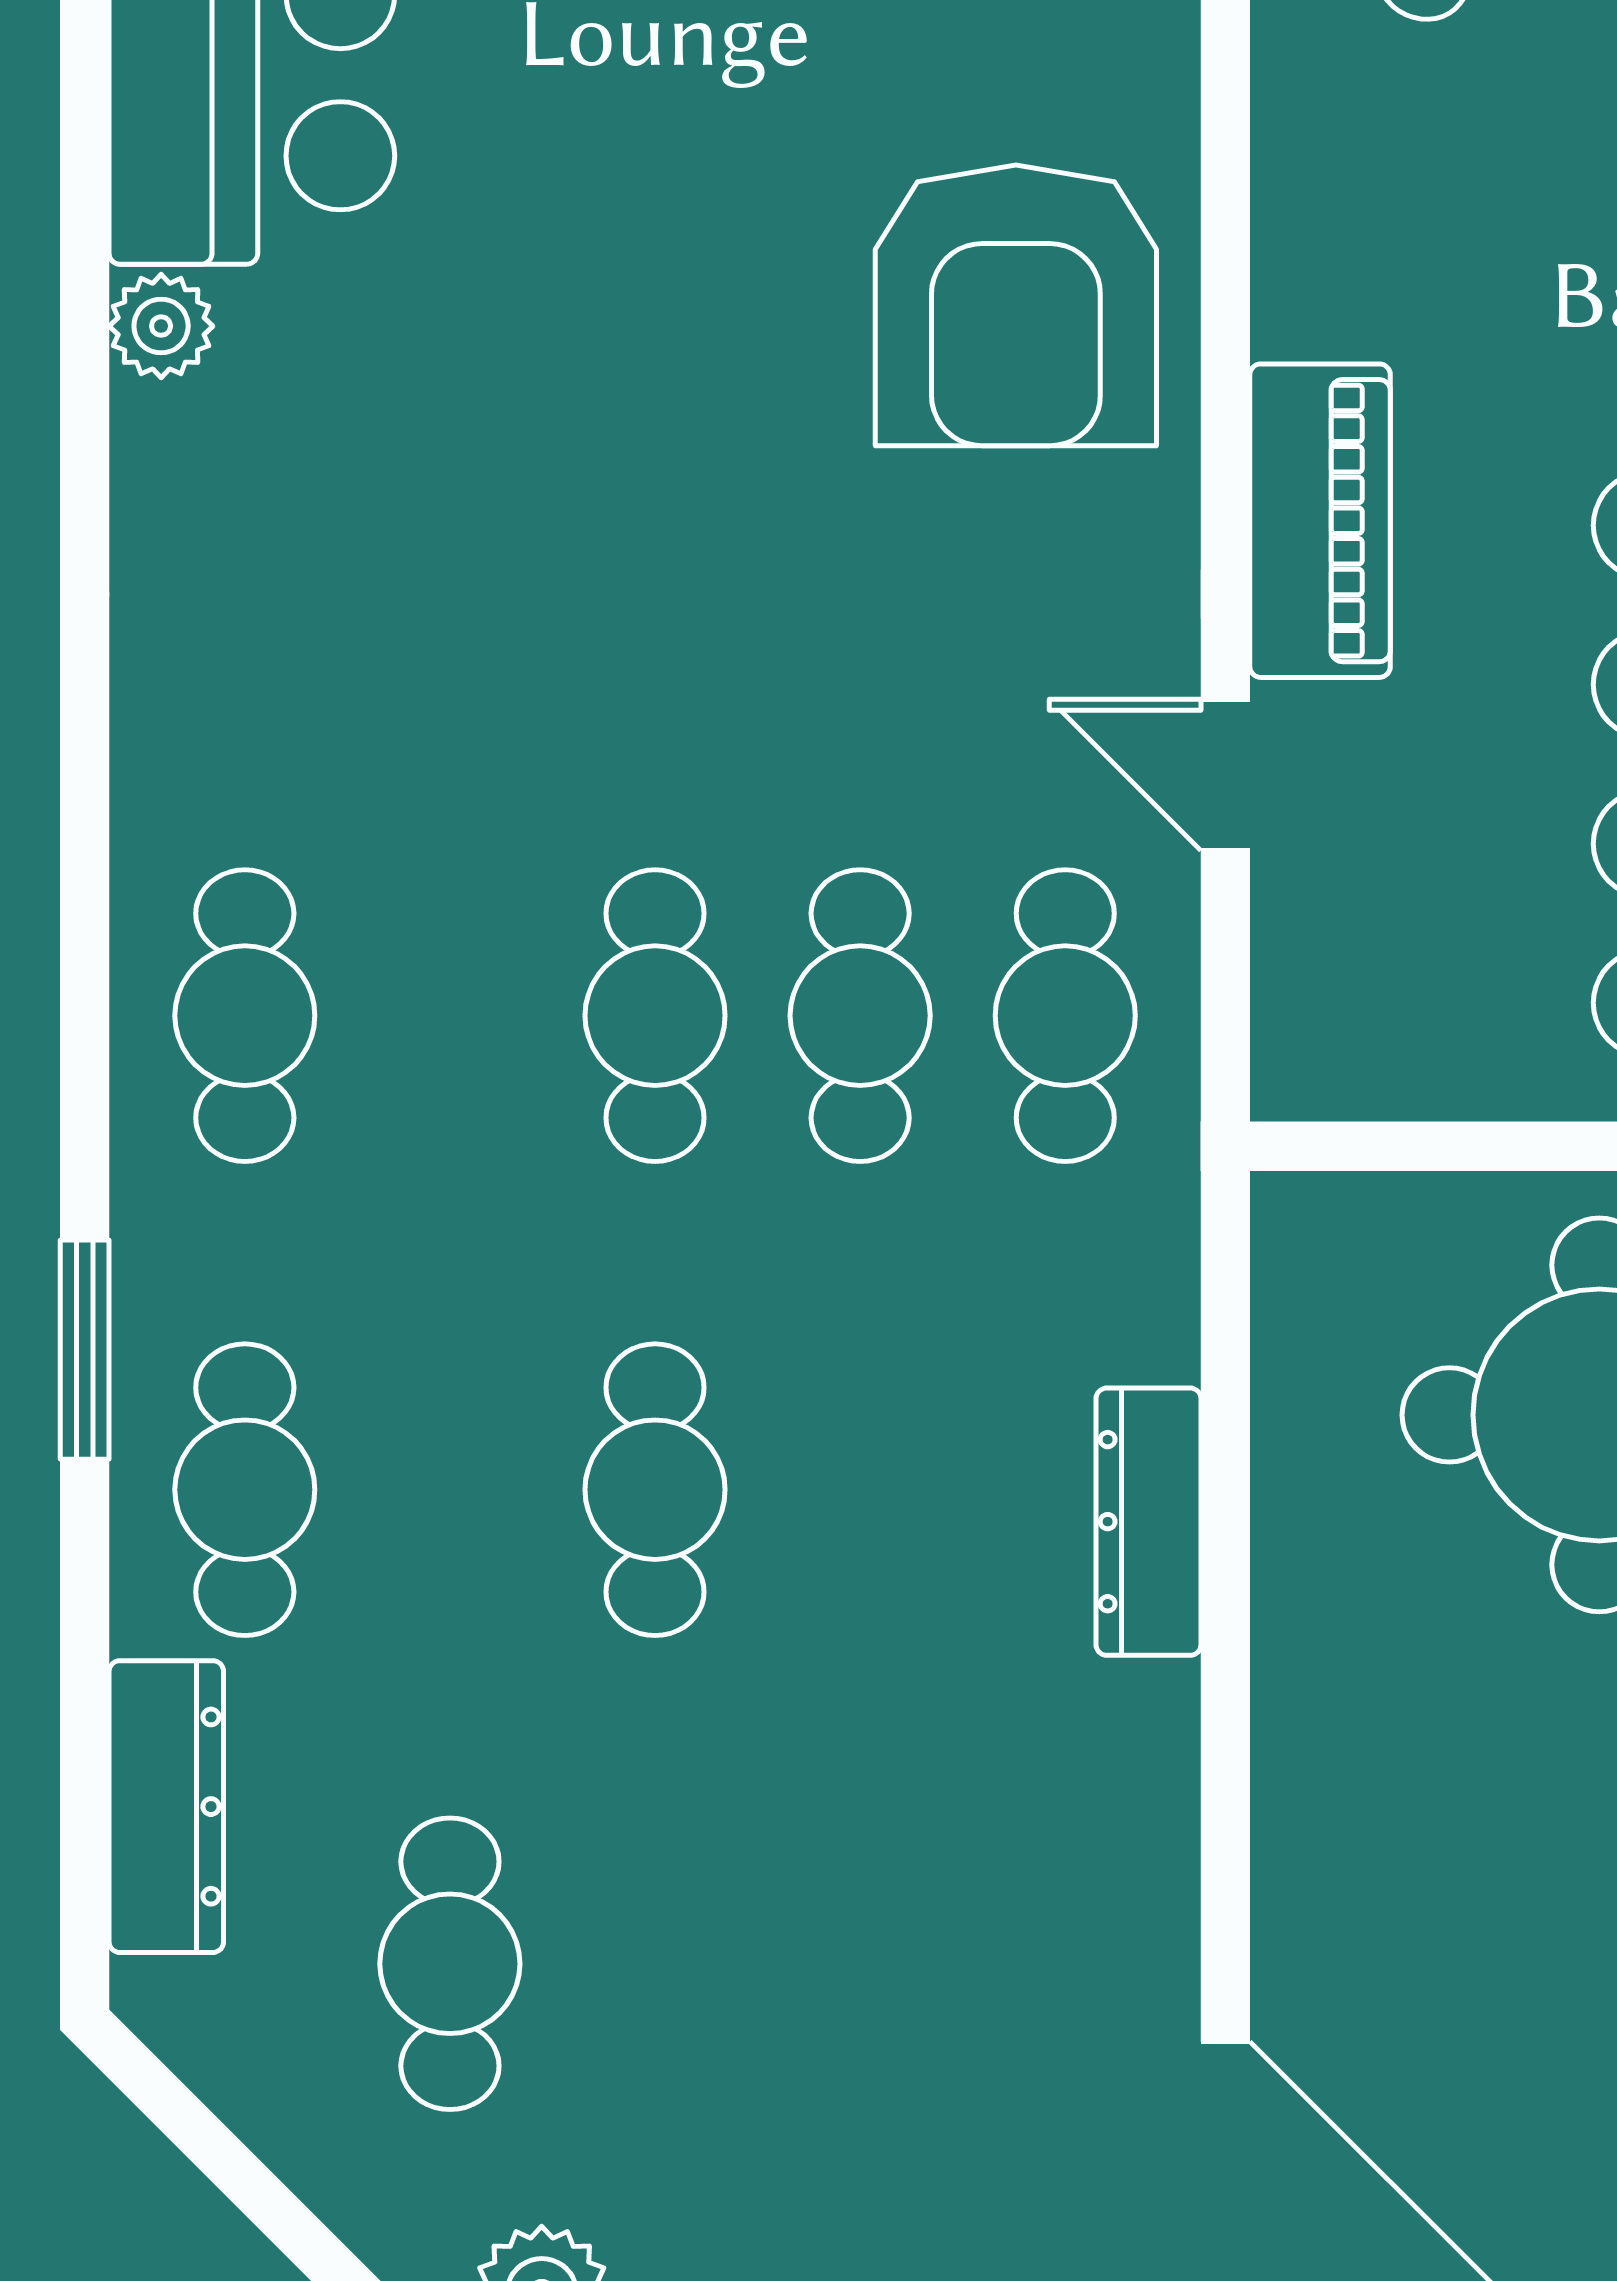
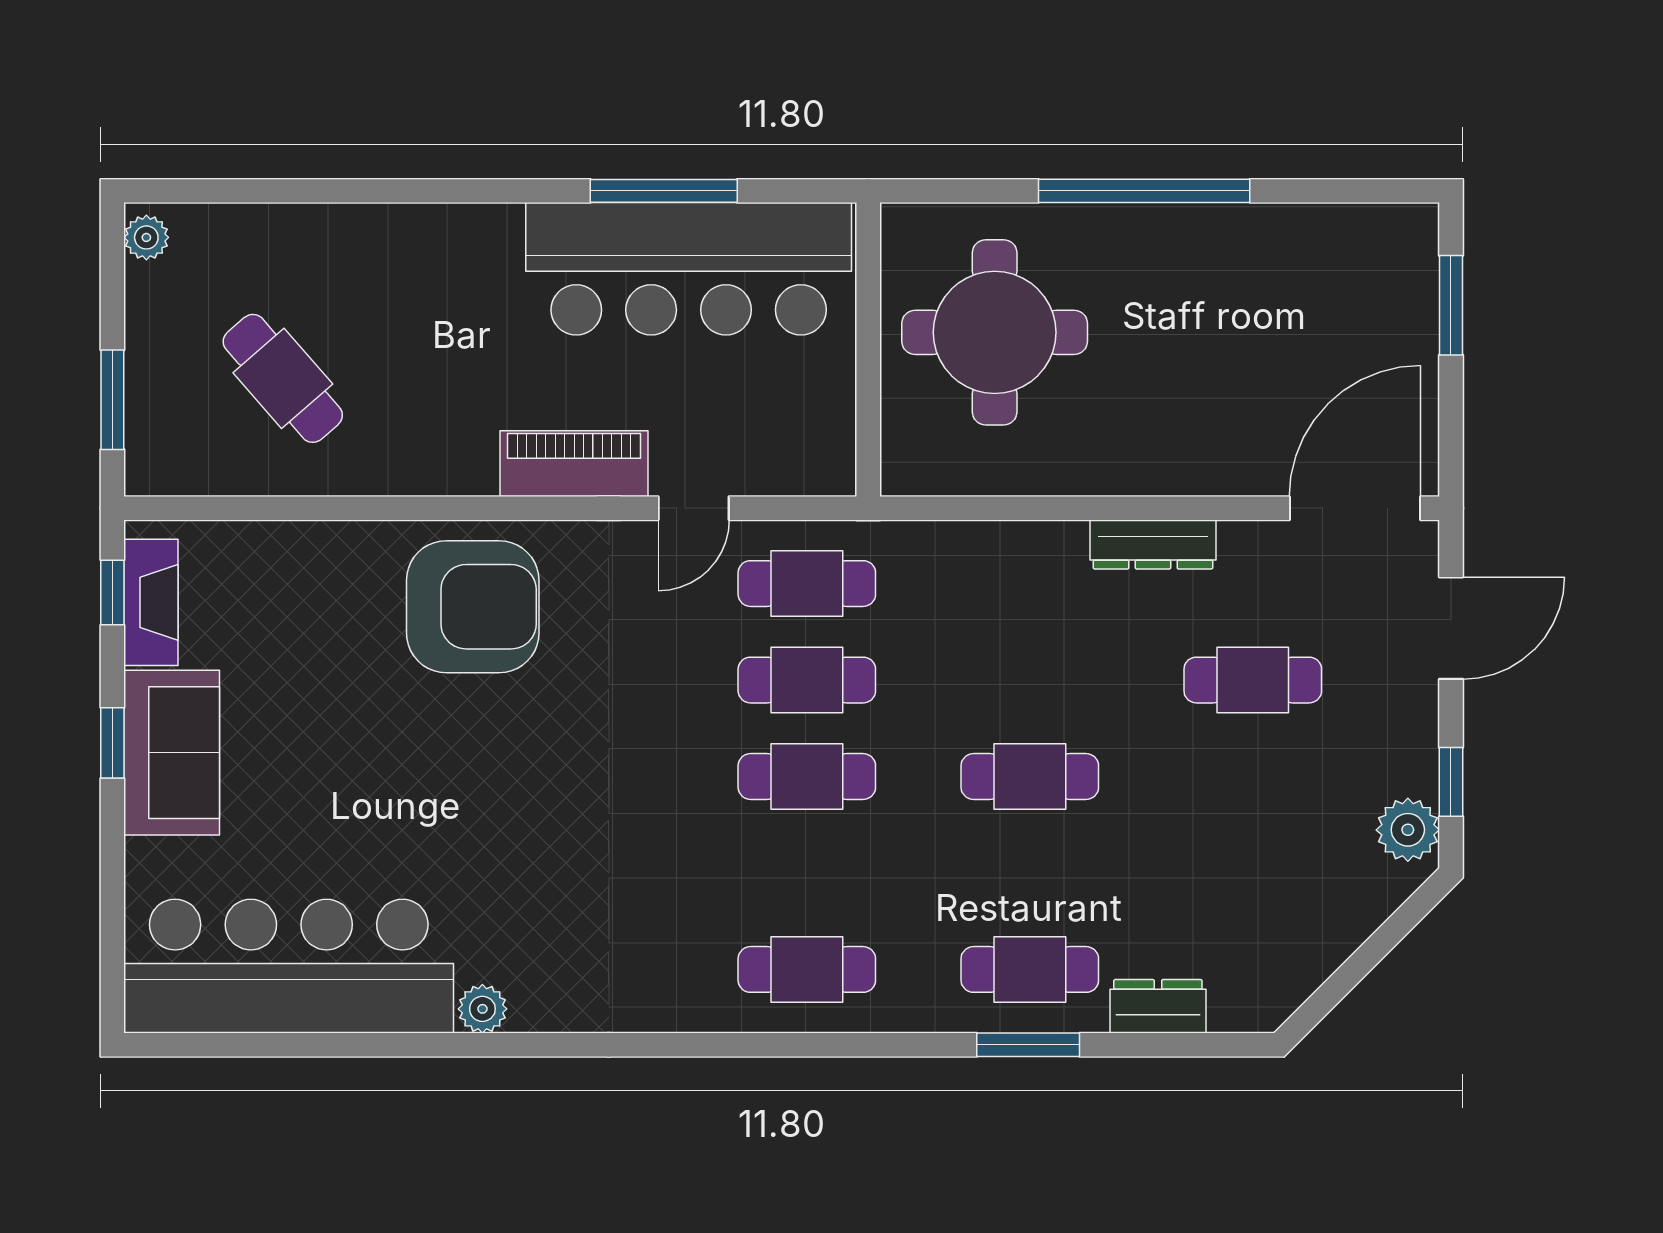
window: (85, 1350) -> (1028, 1045), moved
dresser: (1148, 1522) -> (1153, 544), moved
dresser: (166, 1807) -> (1158, 1006), width x0.70
cafe table: (450, 1964) -> (1253, 680), moved

